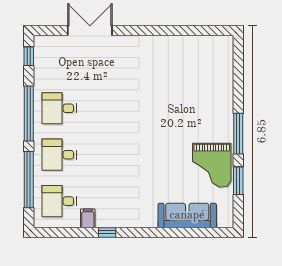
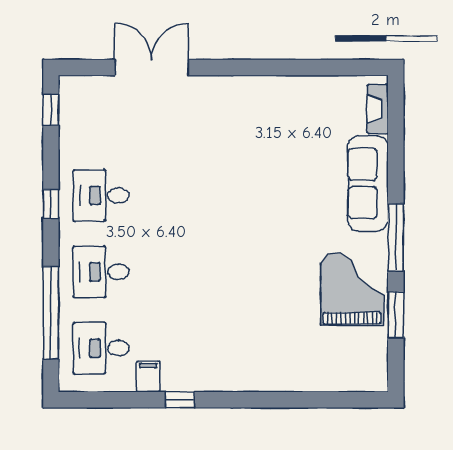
fireplace: (227, 56) -> (378, 109), added
window: (29, 113) -> (51, 204), width x0.32
grand piano: (212, 165) -> (352, 289), turned 180
sofa: (187, 215) -> (368, 184), moved, turned -90

